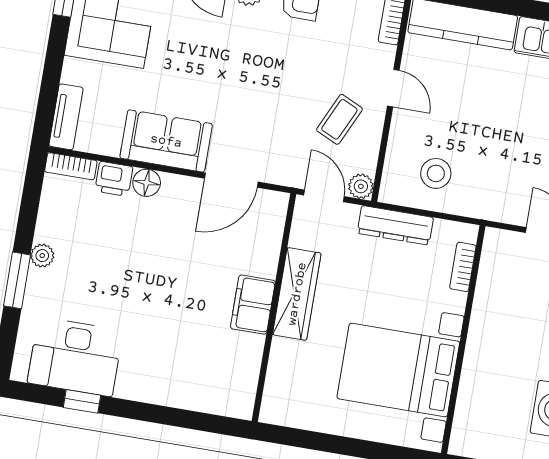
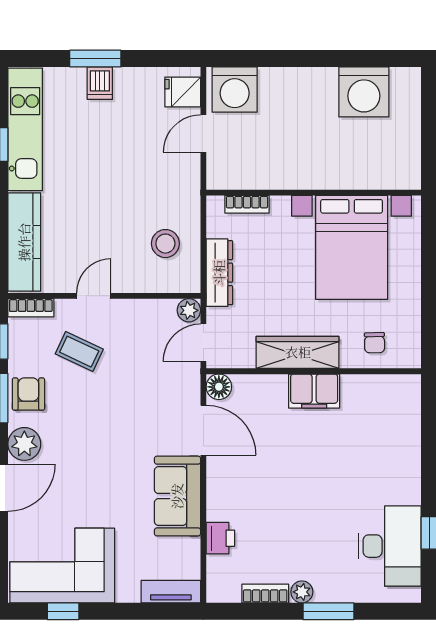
coffee table: (339, 119) -> (79, 352), moved
bookcase: (71, 166) -> (265, 594), moved, turned -90
floor lamp: (147, 183) -> (219, 387), moved
chair: (293, 377) -> (375, 343), added

